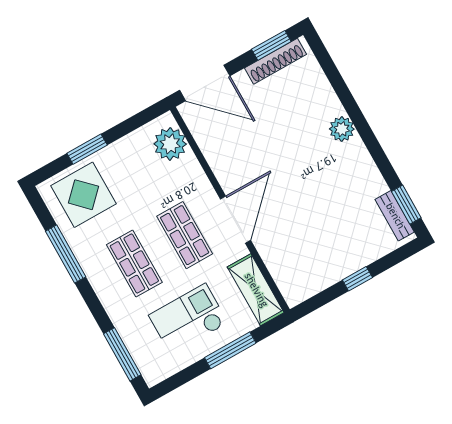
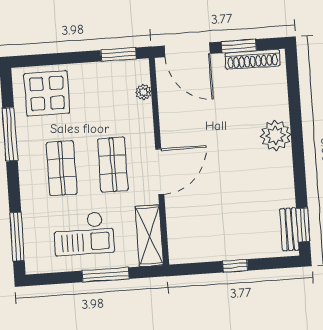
window: (271, 45) -> (239, 46), moved
plant: (342, 129) -> (276, 135), width x1.36, depth x1.36
plant: (170, 144) -> (143, 92), width x0.53, depth x0.53
window: (87, 149) -> (118, 55), moved
checkout: (188, 319) -> (84, 234), turned 180

